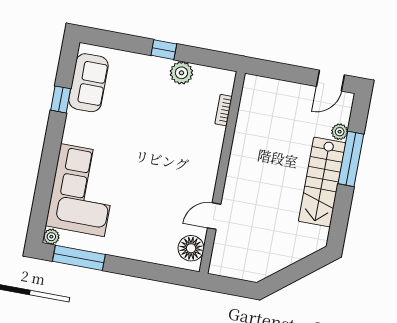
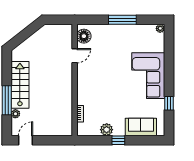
sofa: (88, 83) -> (141, 127), moved, turned 90
corner sofa: (82, 190) -> (148, 76), moved
window: (79, 258) -> (122, 20), moved

